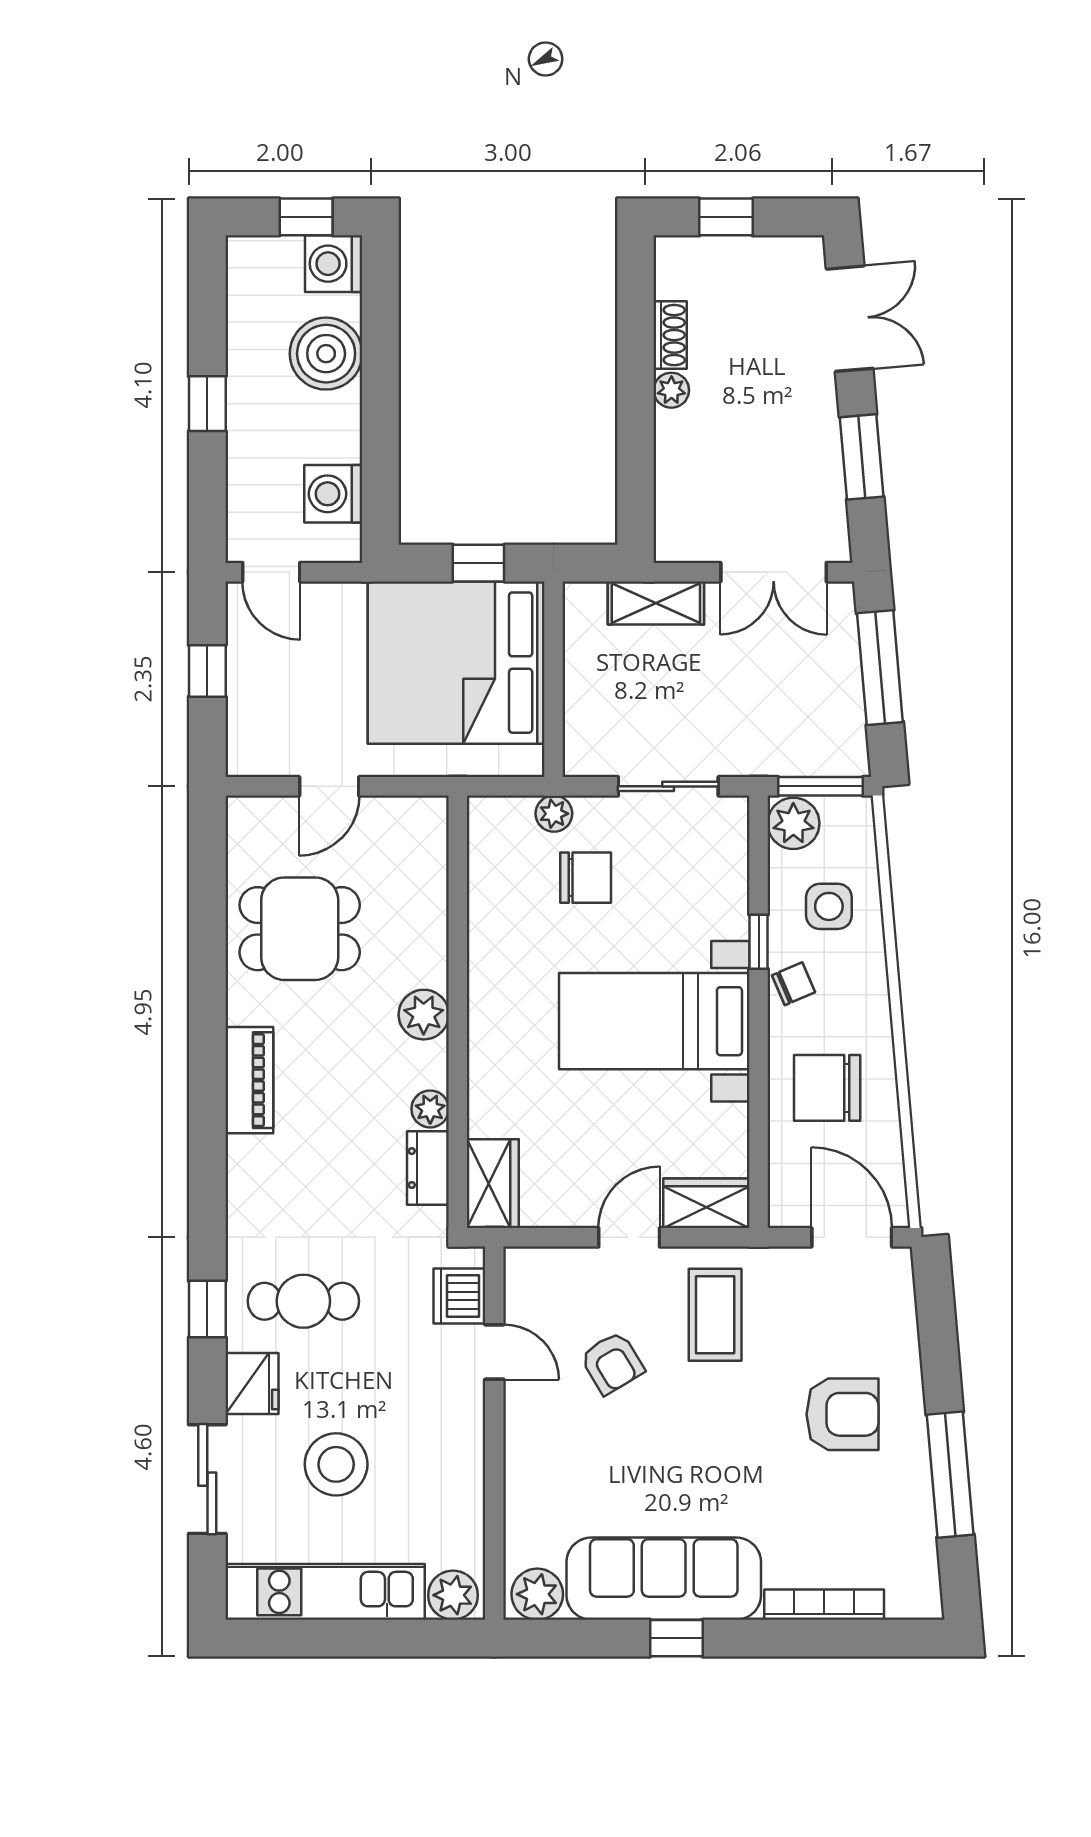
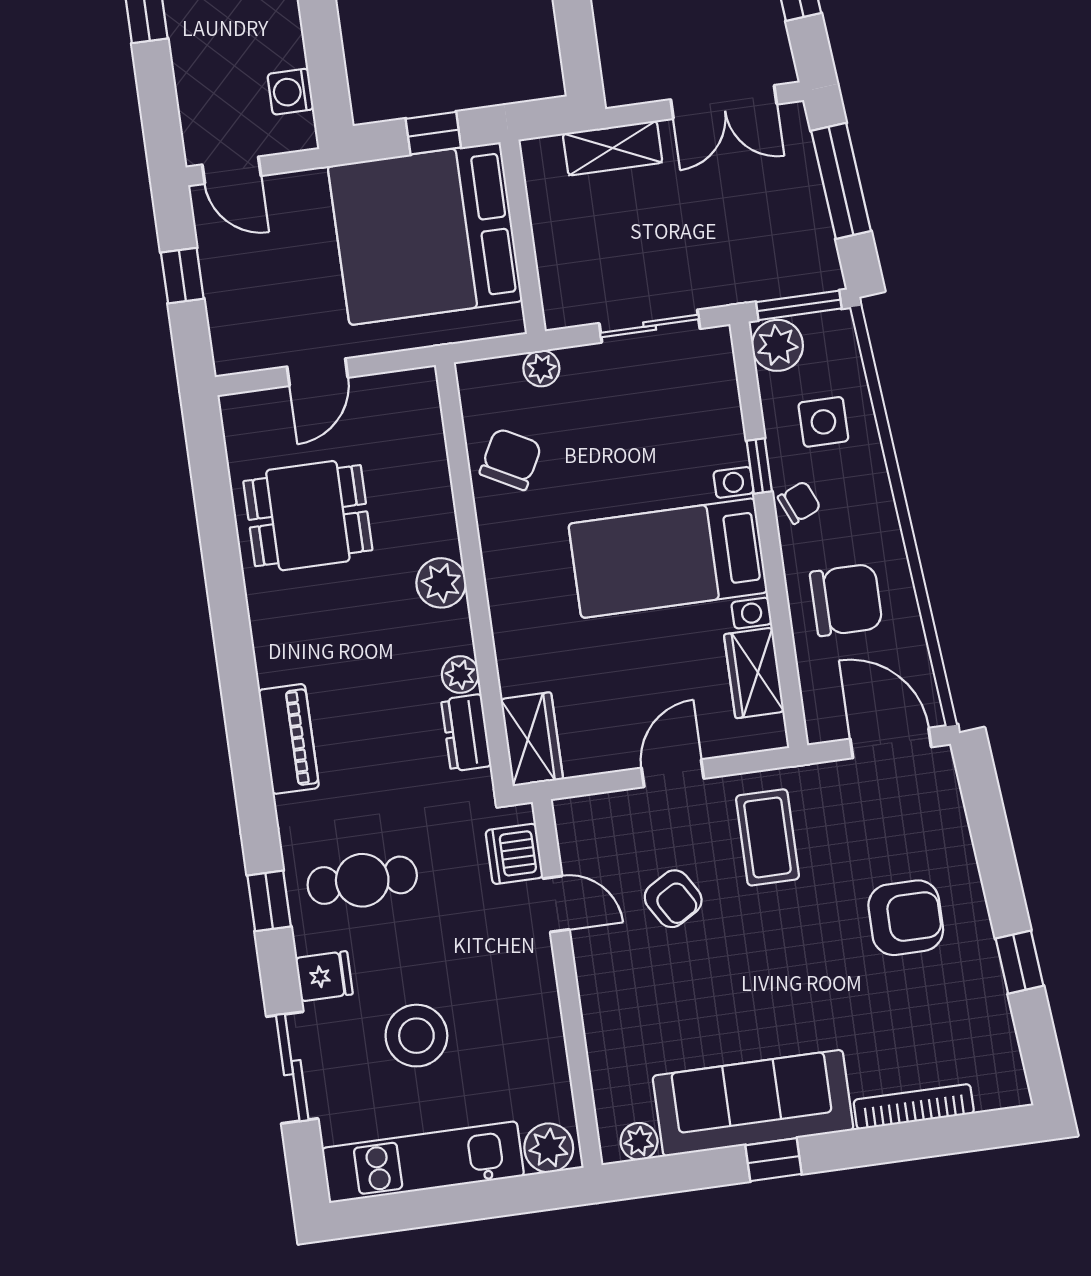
washing machine: (333, 494) -> (291, 92), width x0.73, depth x0.73
chair: (586, 878) -> (511, 459), moved, turned -62
piano: (249, 1080) -> (289, 739), moved
chair: (827, 1088) -> (846, 600), turned 180
wardrobe: (706, 1203) -> (754, 673), moved, turned -90
fridge: (252, 1384) -> (324, 976), width x0.72
window: (950, 1475) -> (1019, 962), width x0.46
plant: (537, 1594) -> (639, 1141), width x0.73, depth x0.73

